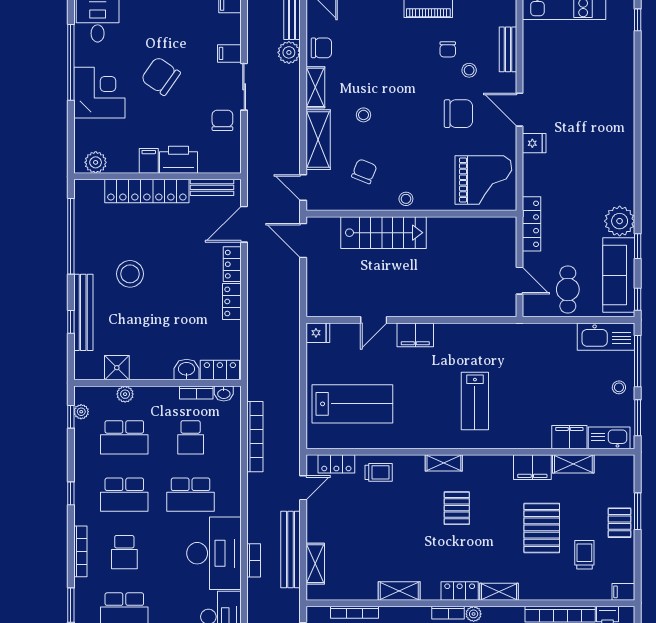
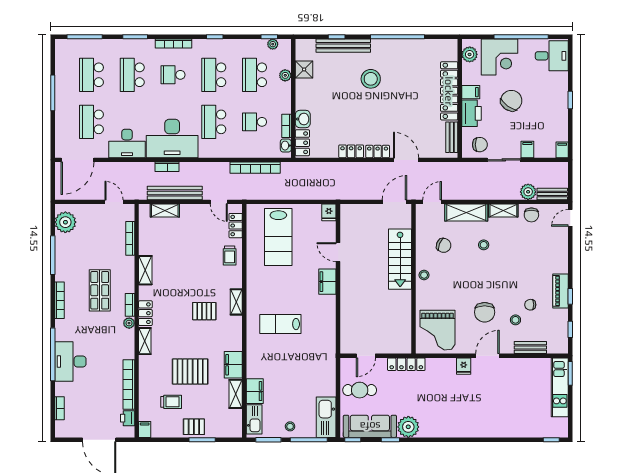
printer: (178, 160) -> (471, 113), moved
filing cabinet: (149, 161) -> (471, 92), moved
plant: (96, 162) -> (470, 54), moved
wall: (157, 176) -> (460, 98), moved
bench: (212, 187) -> (452, 137), moved
locker: (147, 191) -> (449, 91), moved

